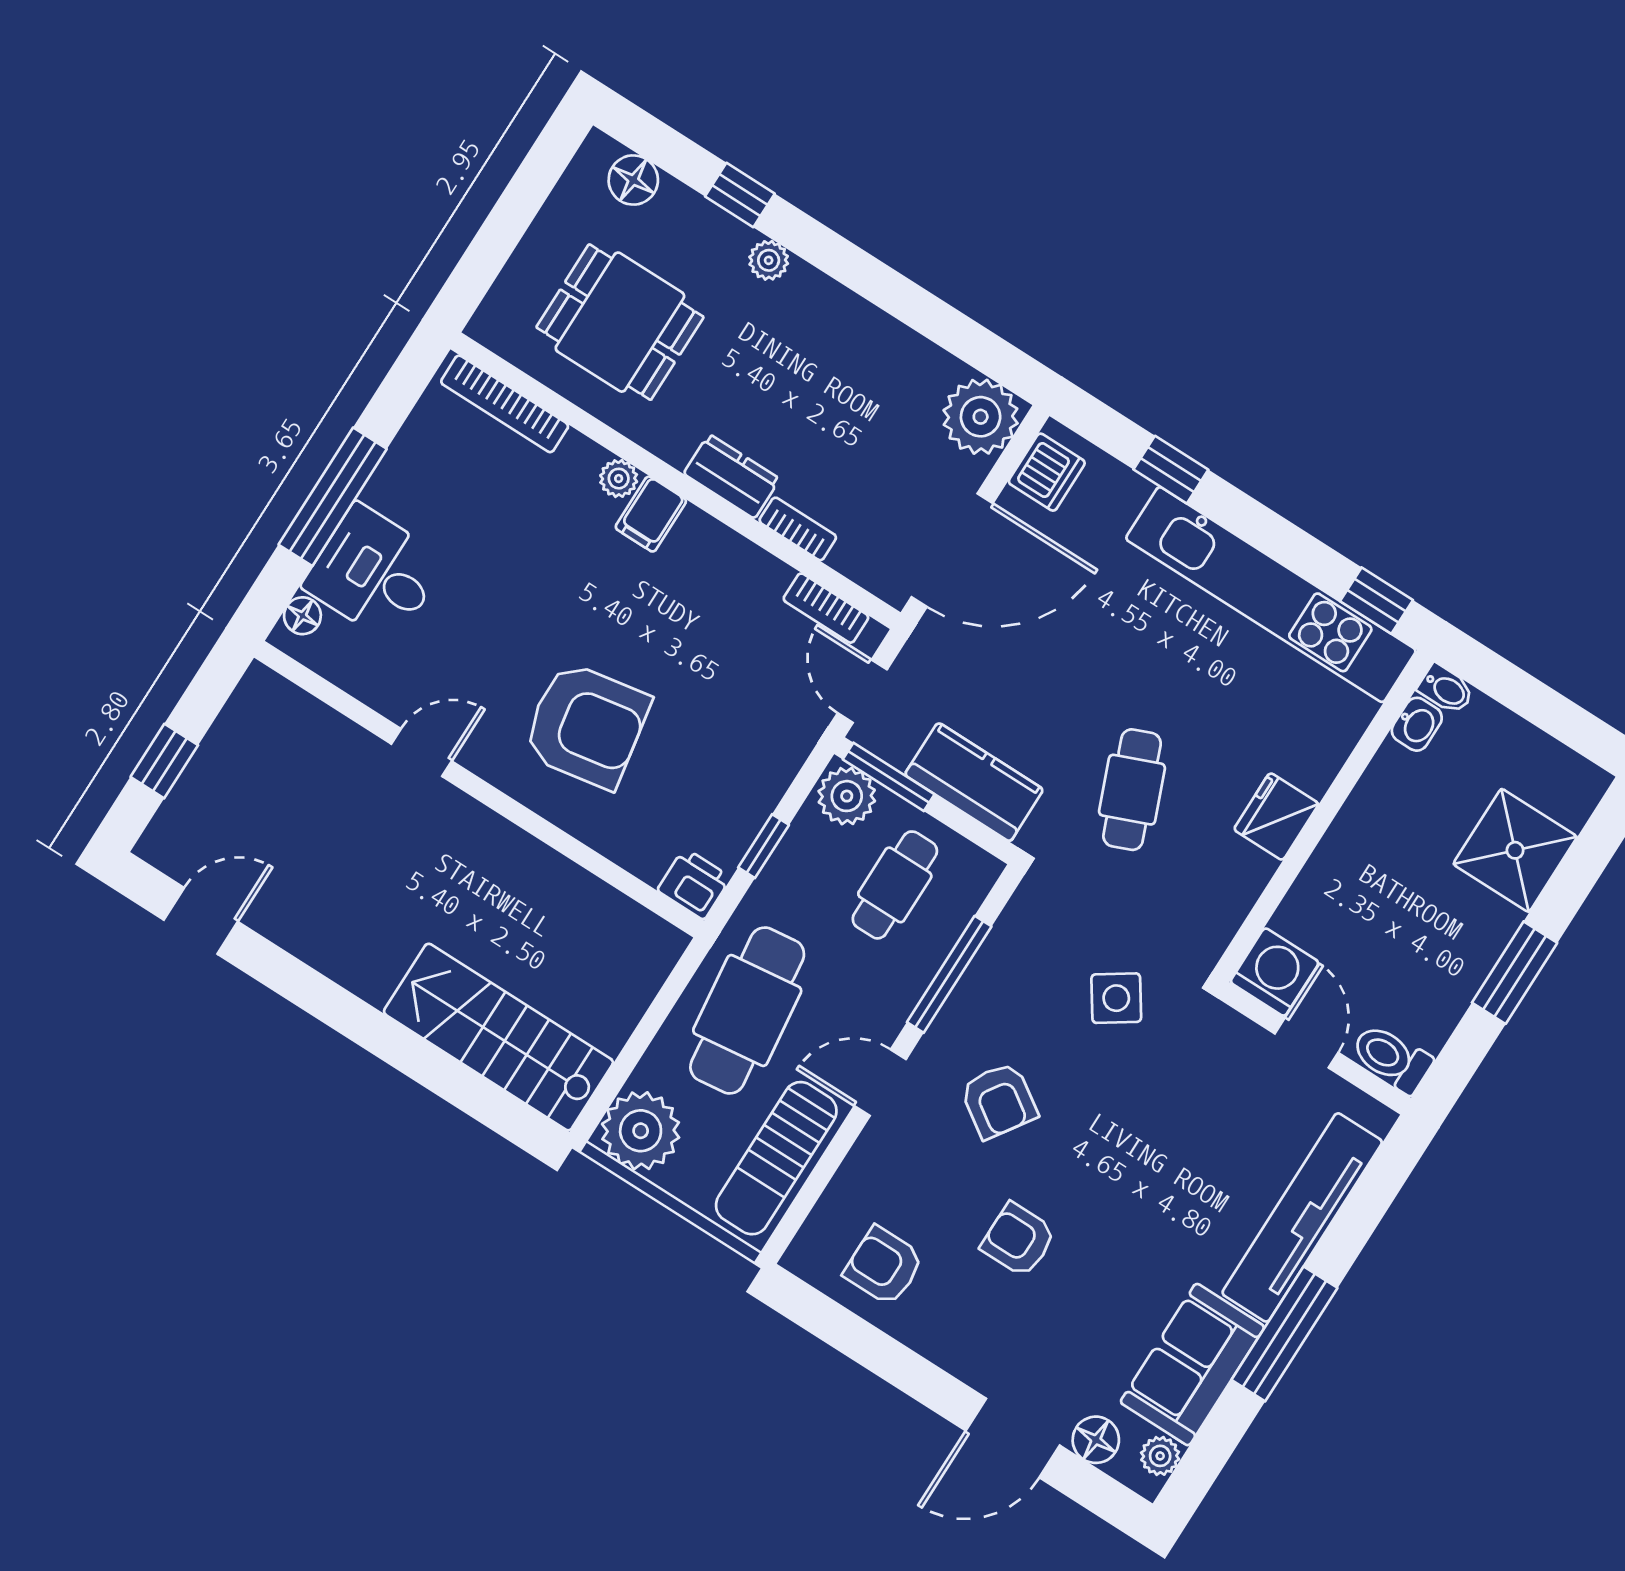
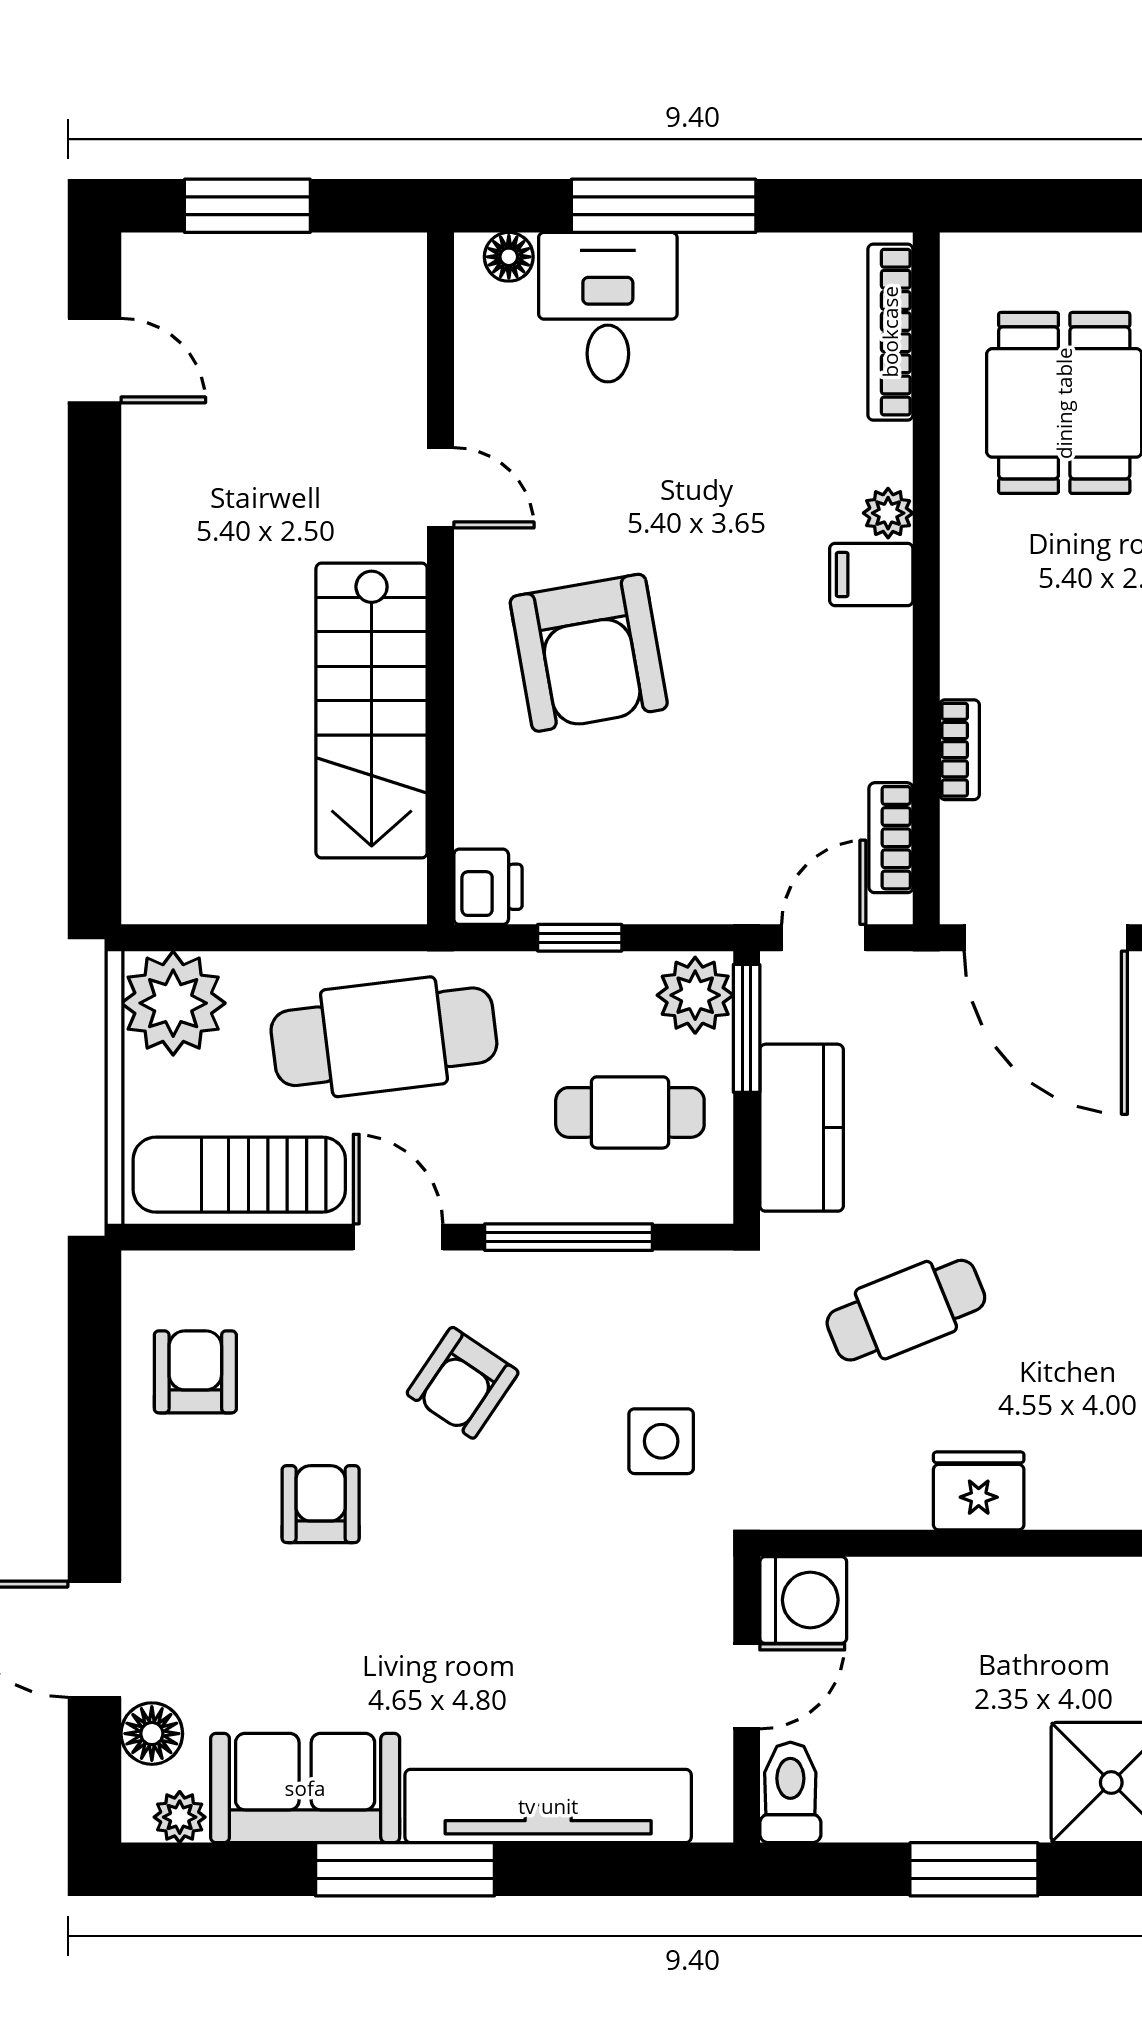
dresser: (732, 476) -> (971, 638), removed
window: (164, 761) -> (247, 206), width x1.50
side table: (1116, 998) -> (661, 1441), turned 34
stairs: (498, 1037) -> (372, 711), moved, turned 180

